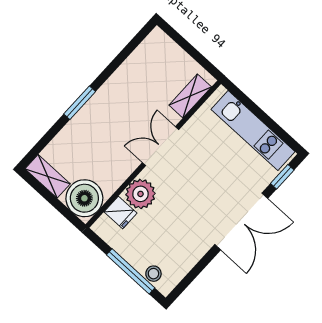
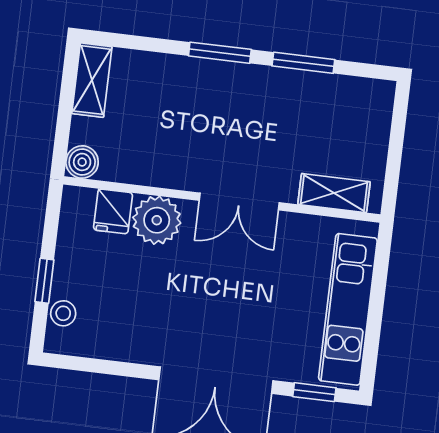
window: (114, 65) -> (303, 63), added
double door: (161, 146) -> (239, 202), swing flipped
boiler: (84, 198) -> (82, 162), width x0.54, depth x0.54
window: (131, 271) -> (44, 281), width x0.46

